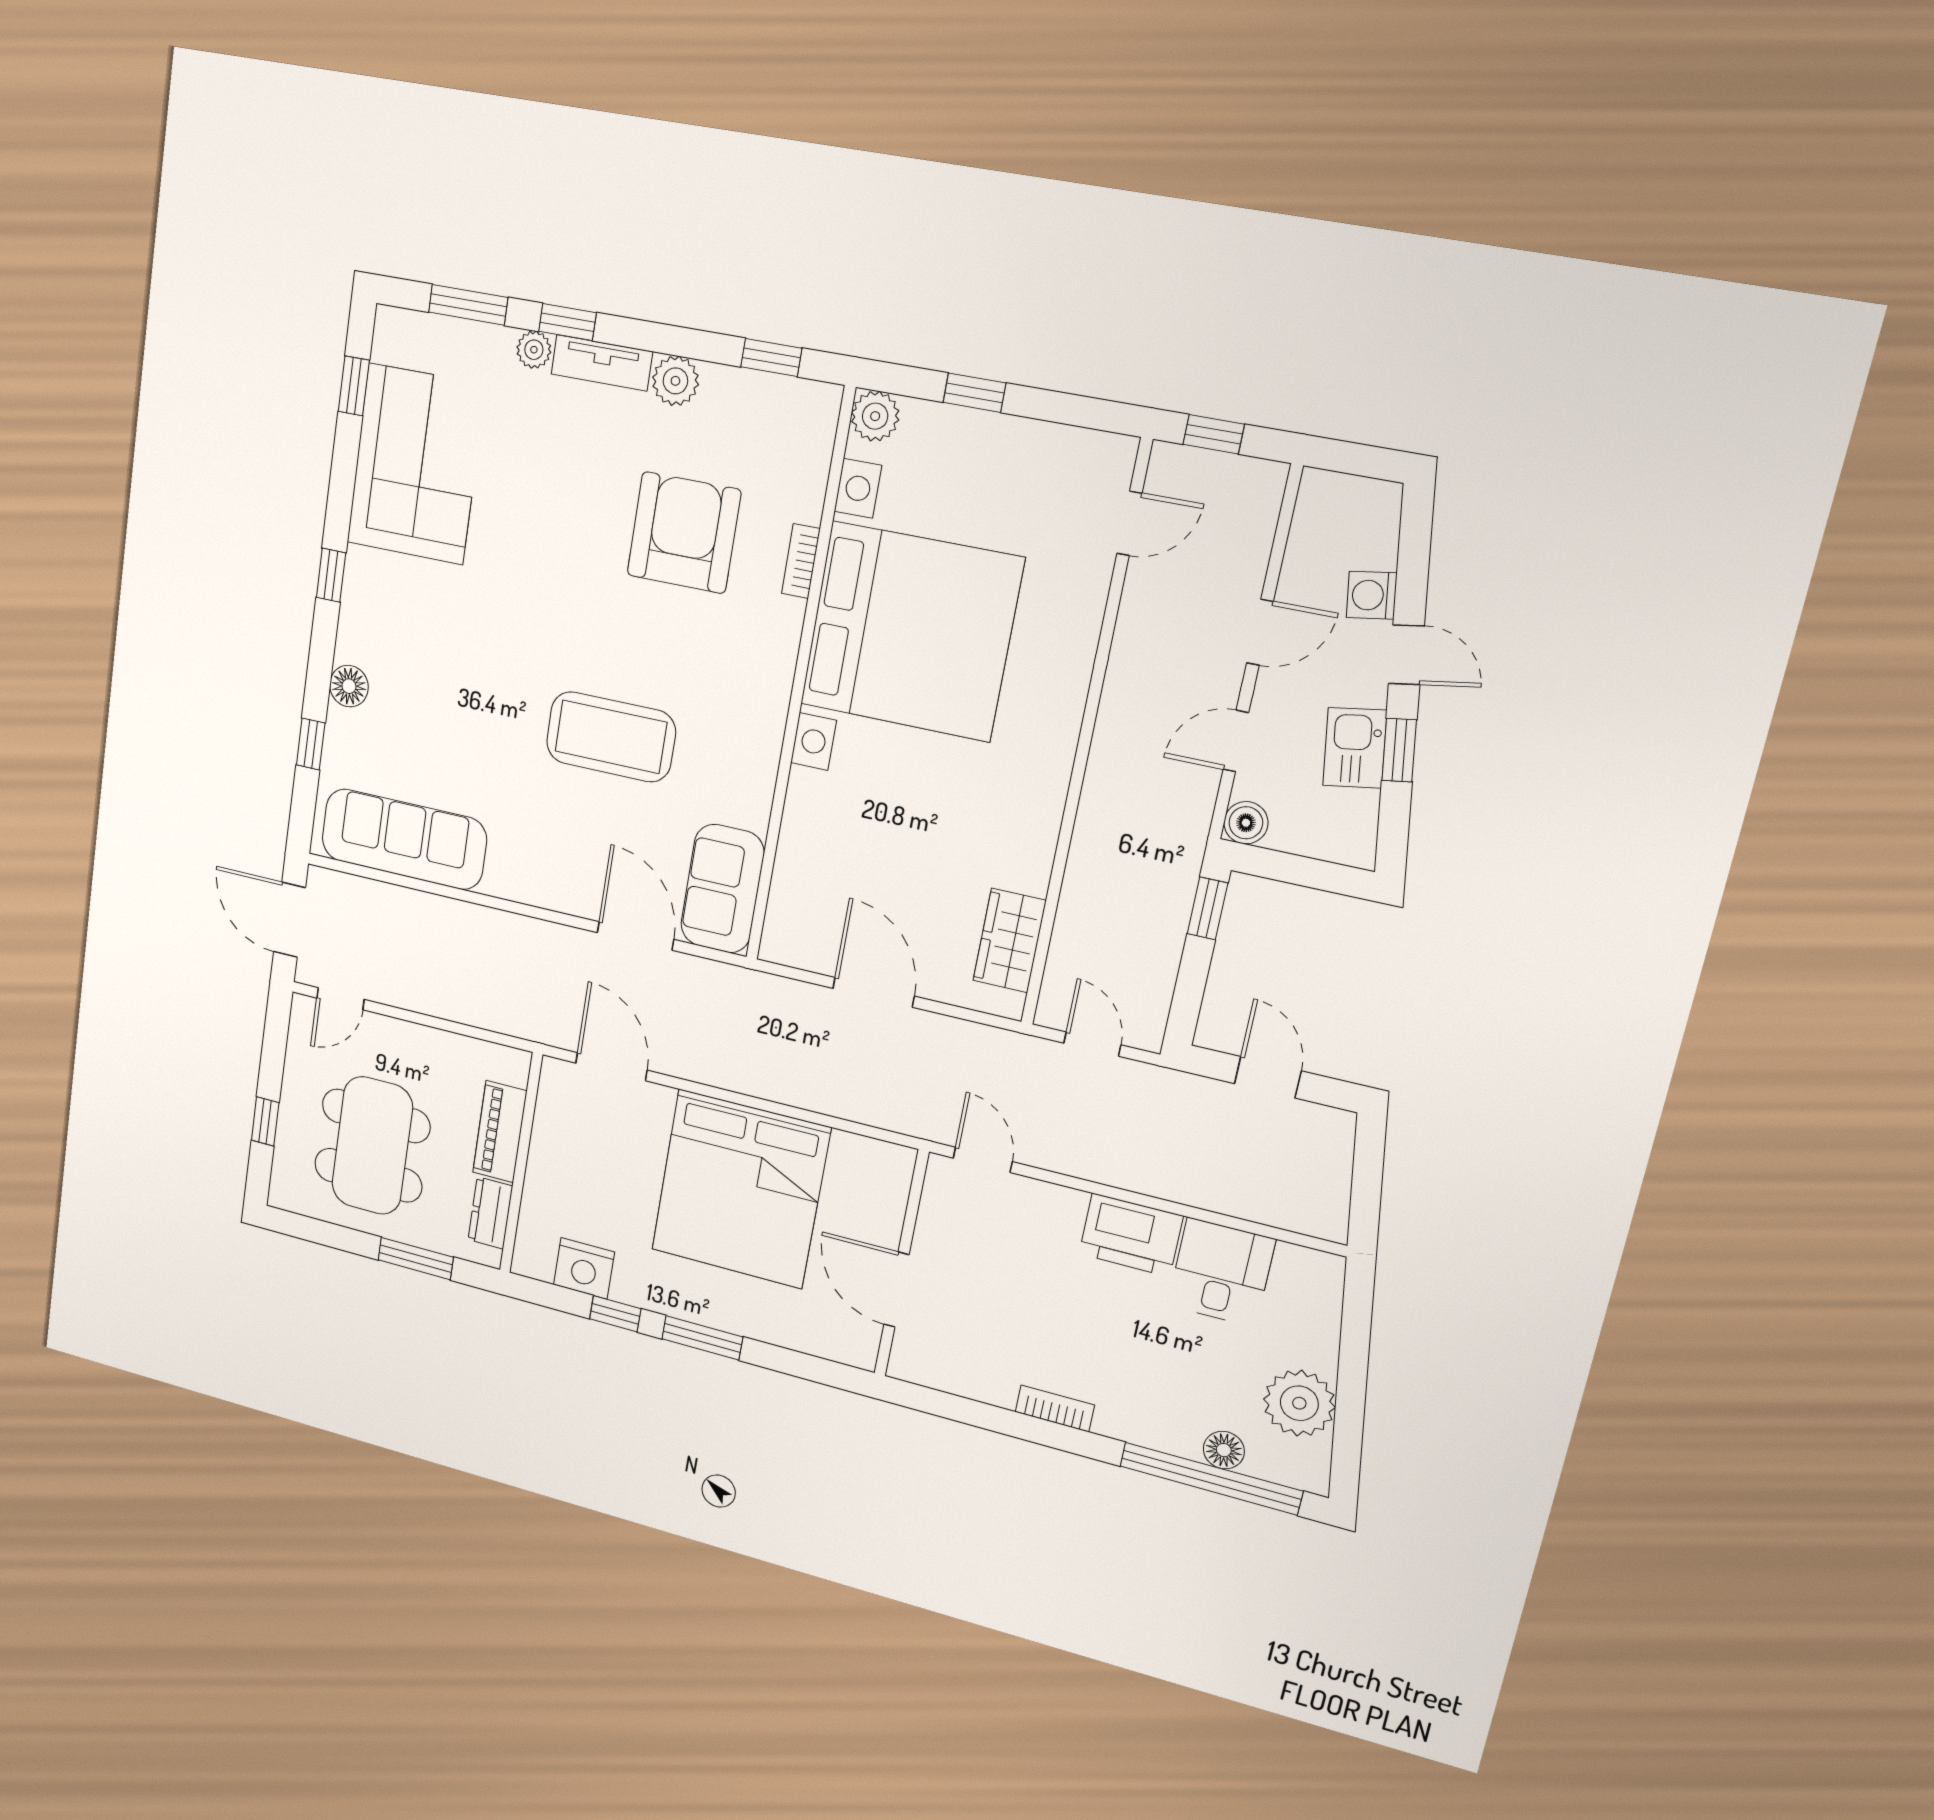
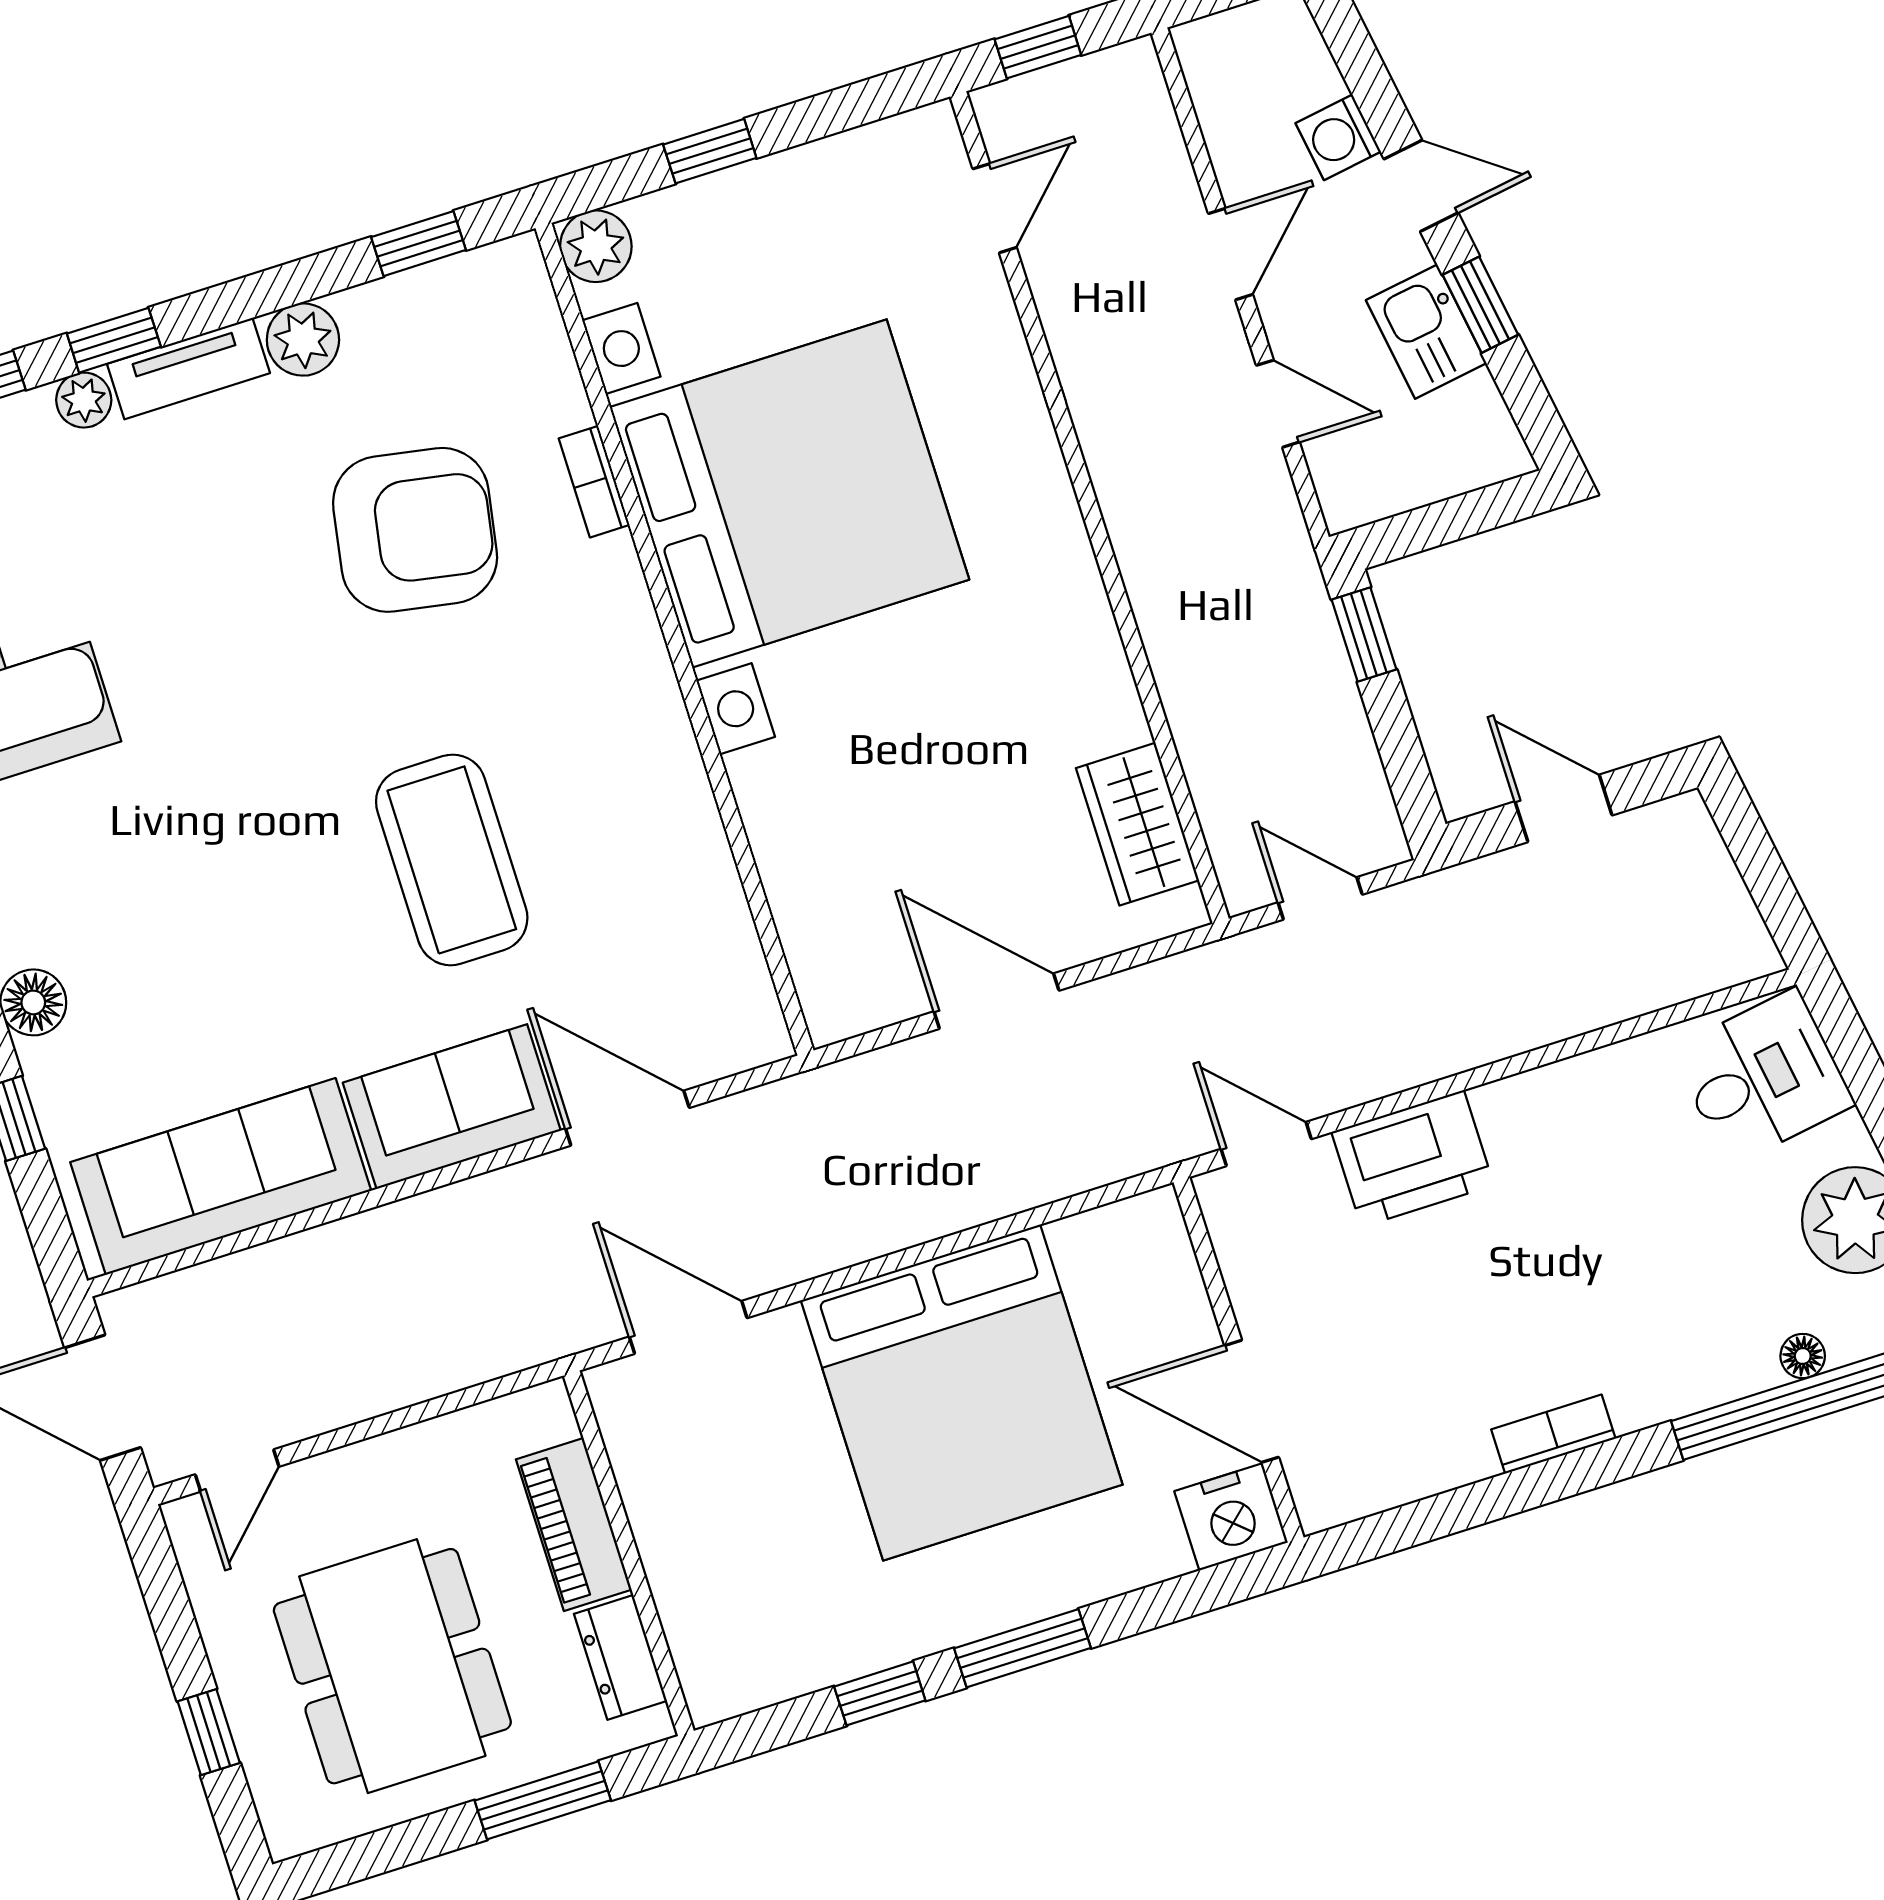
armchair: (684, 533) -> (415, 530), turned 100
coffee table: (611, 737) -> (452, 860), turned 90
door: (1236, 741) -> (1278, 404), swing flipped
boiler: (1246, 823) -> (1349, 499), removed
sofa: (722, 889) -> (452, 1107), moved, turned 90
printer: (1131, 1235) -> (1413, 1159), moved
nightstand: (584, 1268) -> (1231, 1517), moved
desk: (1221, 1272) -> (1763, 1077), moved, turned 81
floor lamp: (1224, 1450) -> (1803, 1356), width x0.73, depth x0.73

